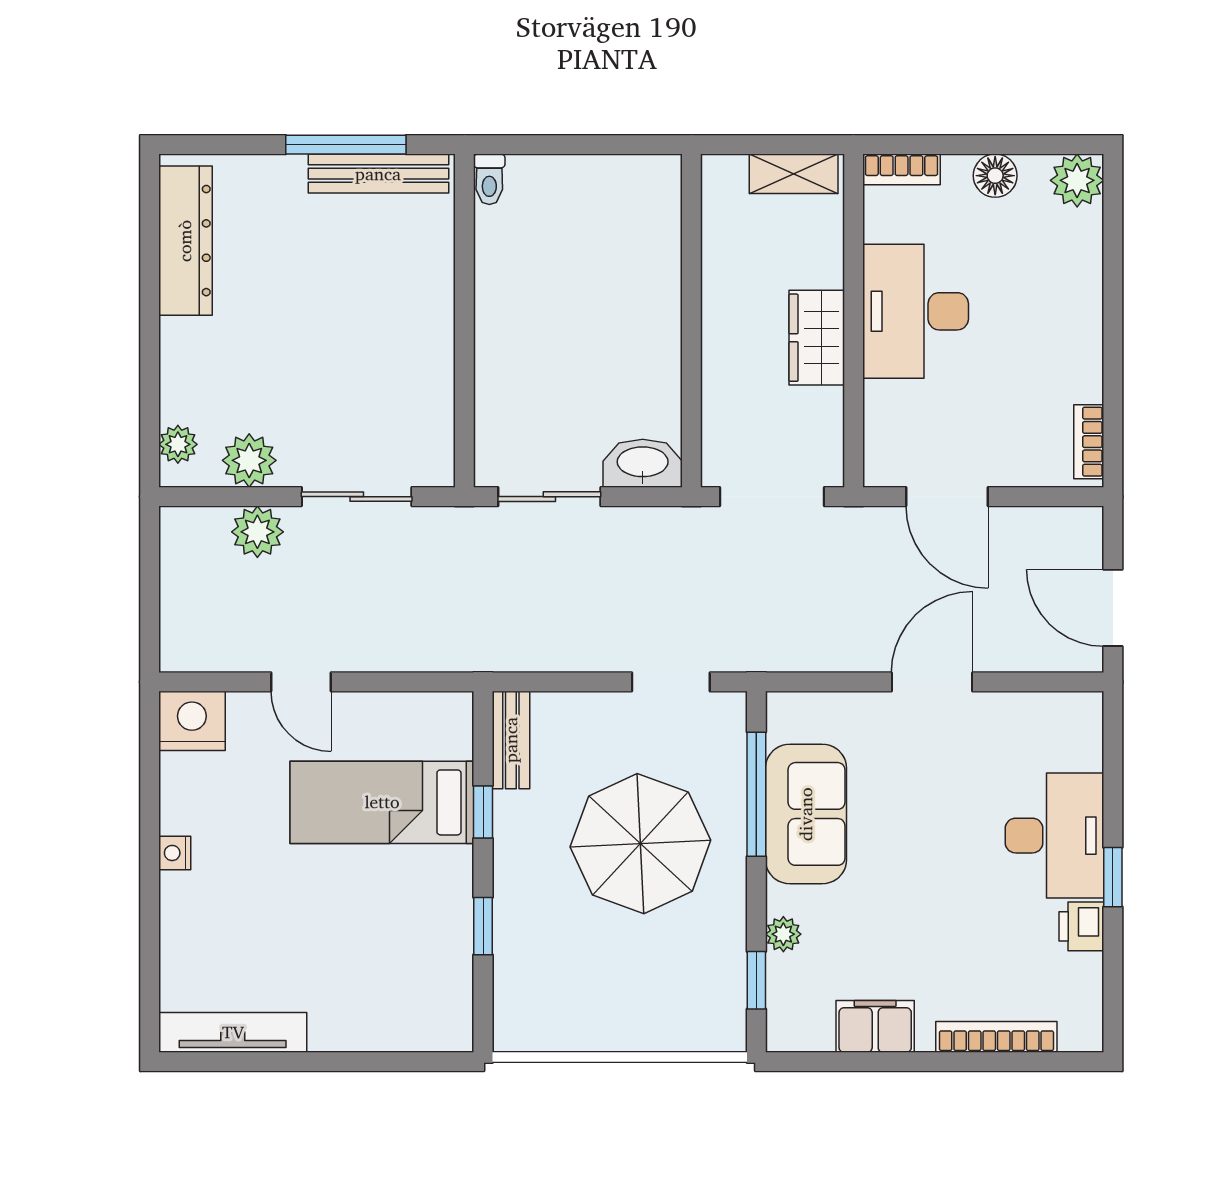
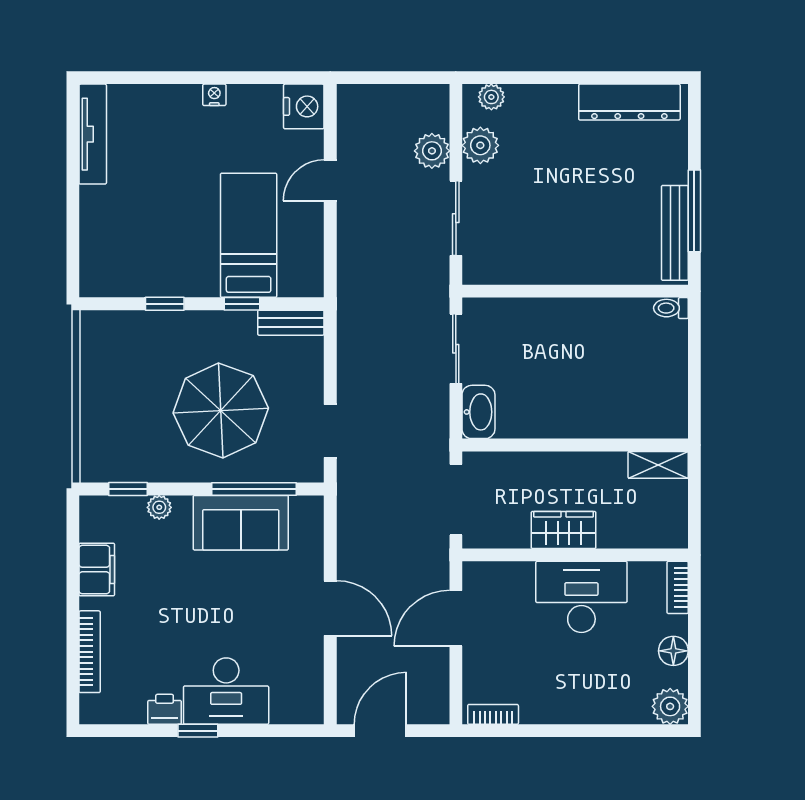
shelving: (794, 174) -> (658, 465), moved, turned 90

